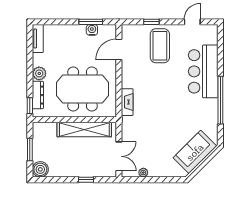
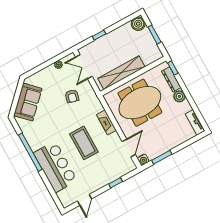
water cooler: (92, 30) -> (143, 160), moved
coffee table: (160, 46) -> (84, 143), moved
fireplace: (127, 102) -> (106, 122), moved
armchair: (147, 133) -> (72, 96), added

